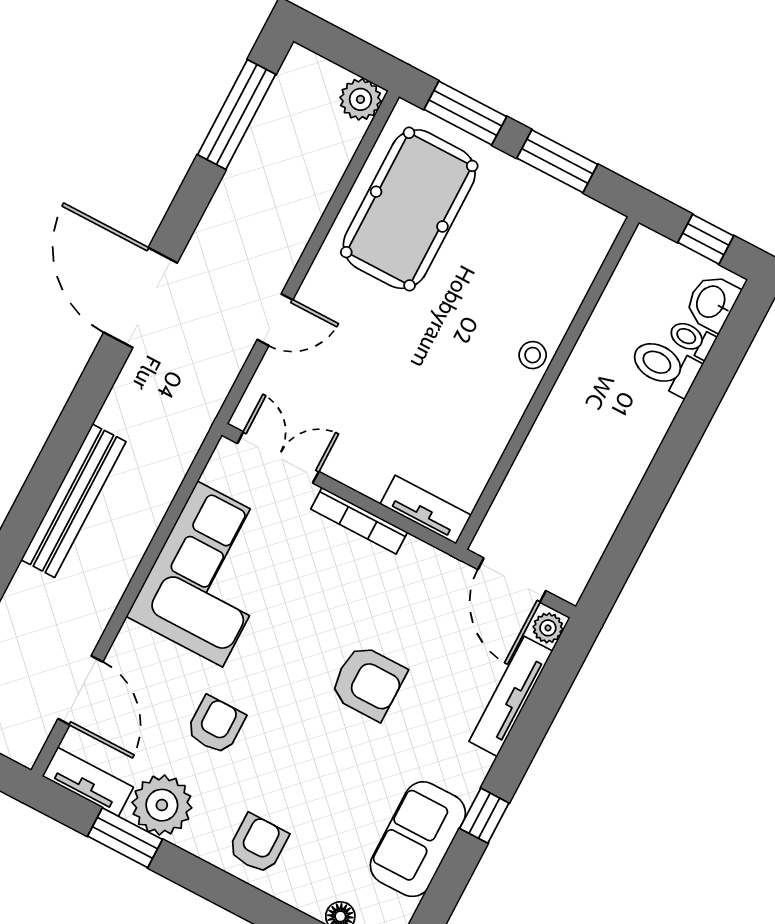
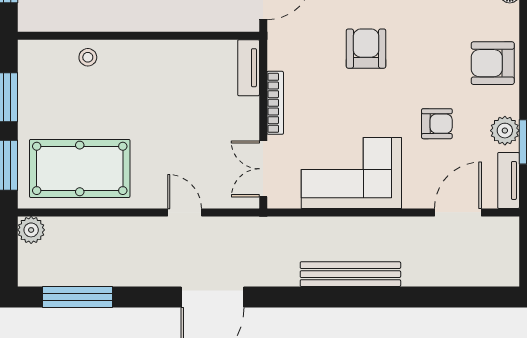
stool: (533, 355) -> (88, 57), moved
armchair: (216, 725) -> (437, 124), turned 180
plant: (162, 805) -> (505, 131), width x0.73, depth x0.73
armchair: (258, 844) -> (493, 63), width x1.38, depth x1.38

